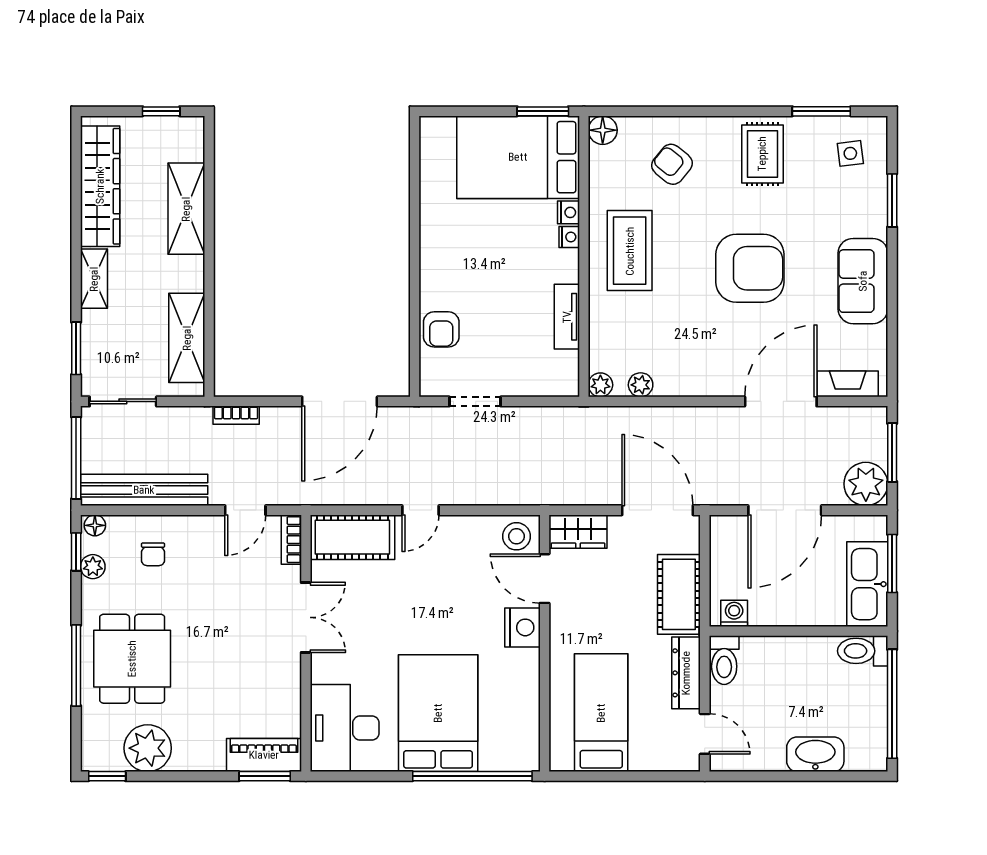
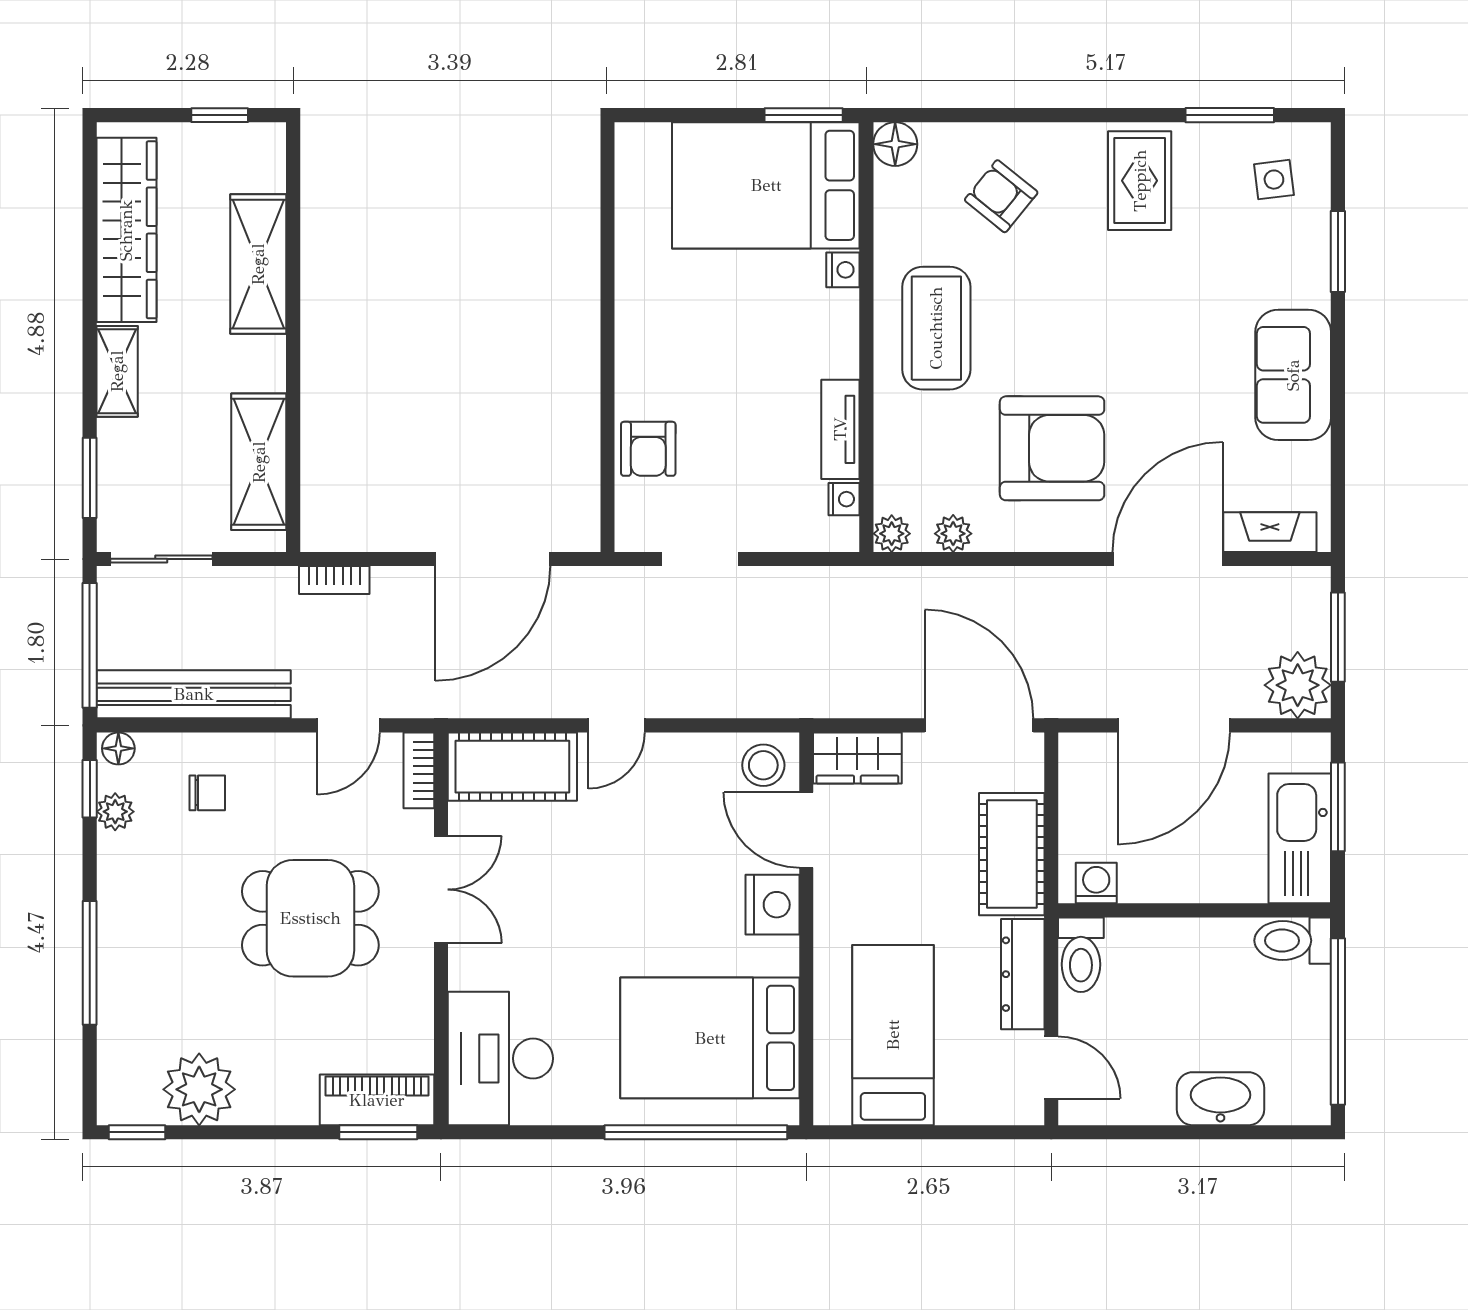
nightstand: (569, 237) -> (844, 499), moved
armchair: (750, 268) -> (1052, 448), moved
chair: (153, 554) -> (207, 793), turned -90
dining table: (132, 659) -> (310, 918), moved, turned 90
bed: (438, 713) -> (710, 1038), moved, turned -90

